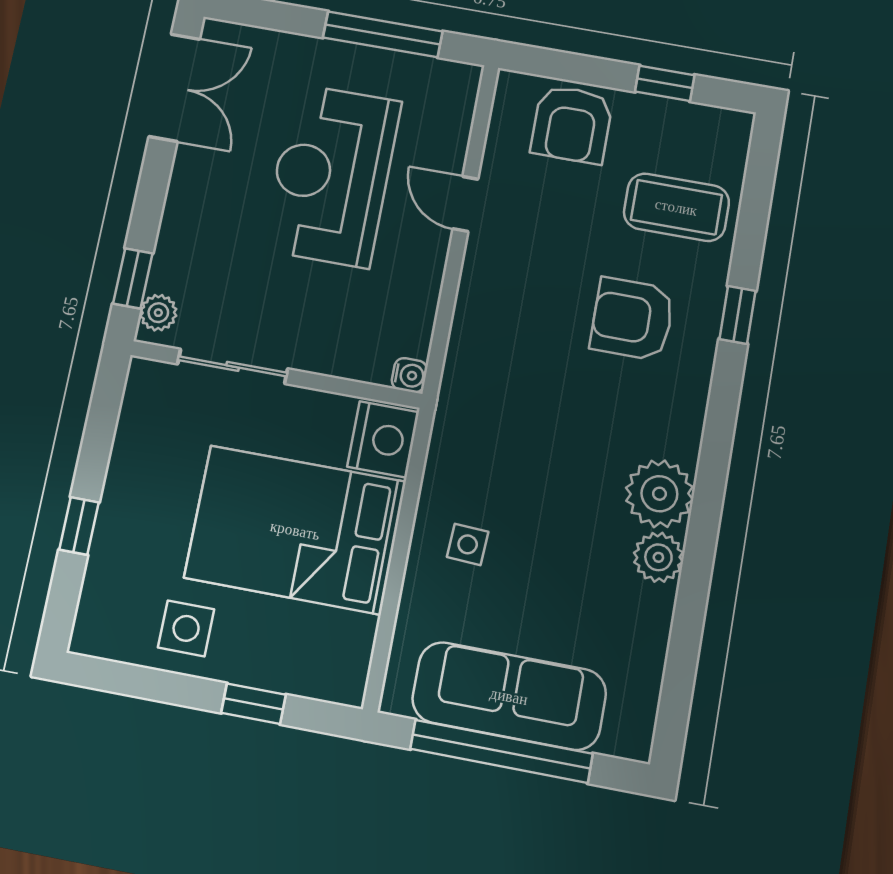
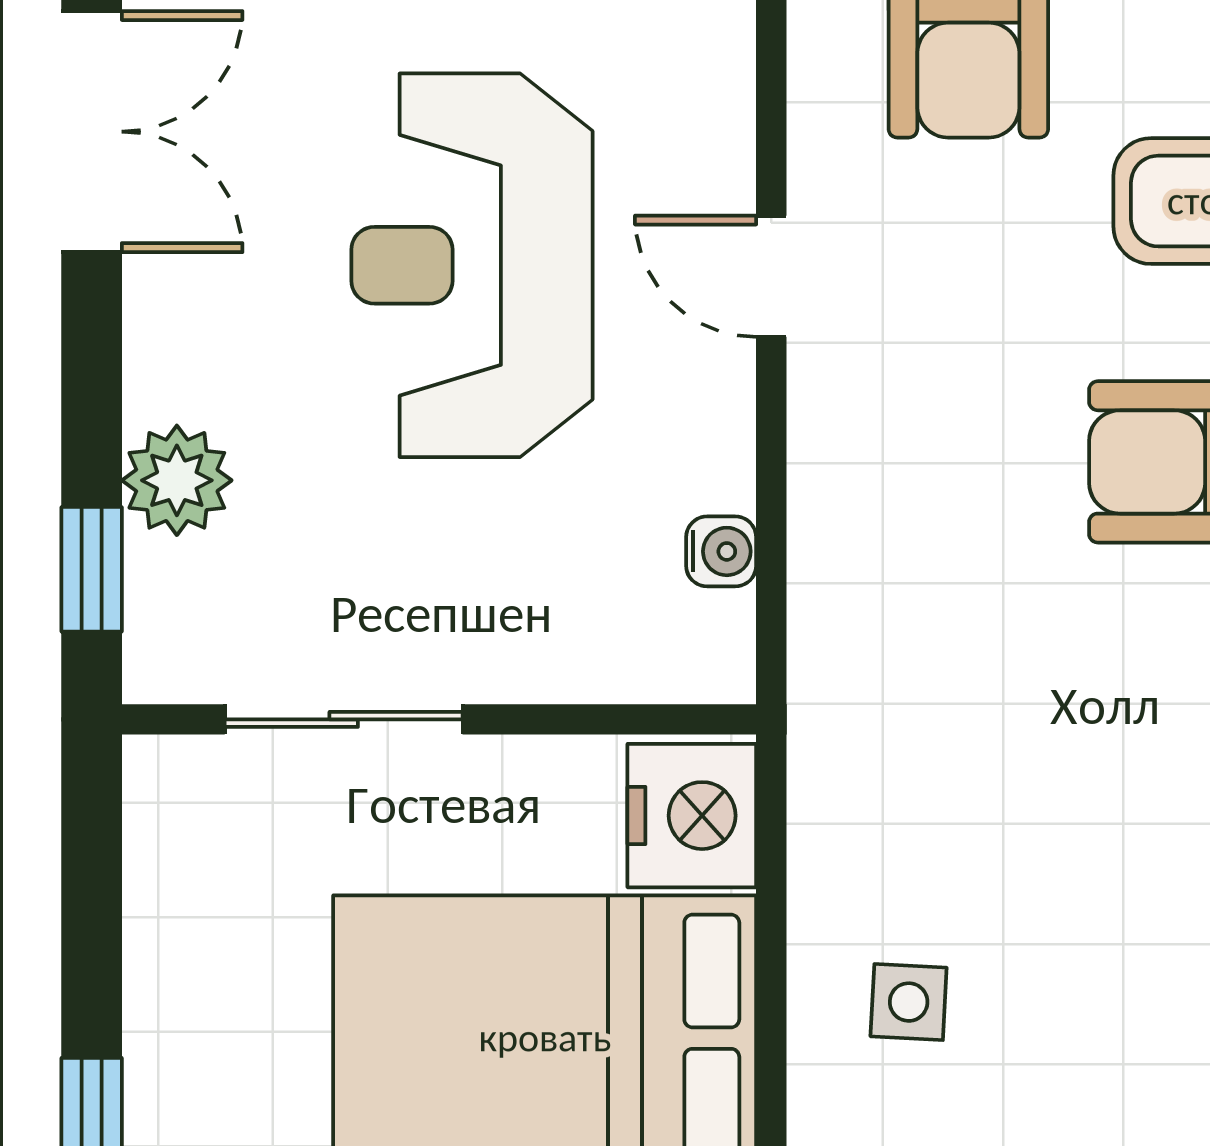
plant: (158, 313) -> (177, 480), moved, width x1.38, depth x1.38
water cooler: (409, 375) -> (721, 551), moved

